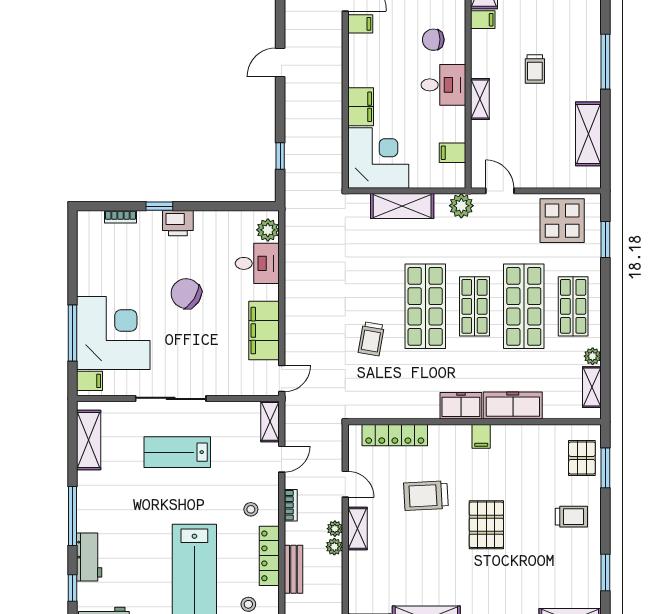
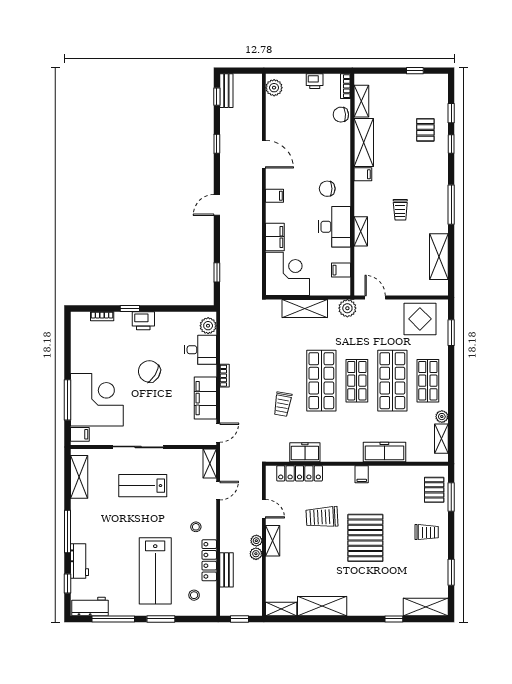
filing cabinet: (360, 24) -> (275, 196), moved
desk: (443, 85) -> (334, 227), width x1.37
freezer: (461, 406) -> (305, 452), moved
bookcase: (291, 505) -> (225, 376), moved
pallet: (486, 525) -> (365, 538), width x1.37, depth x1.41

